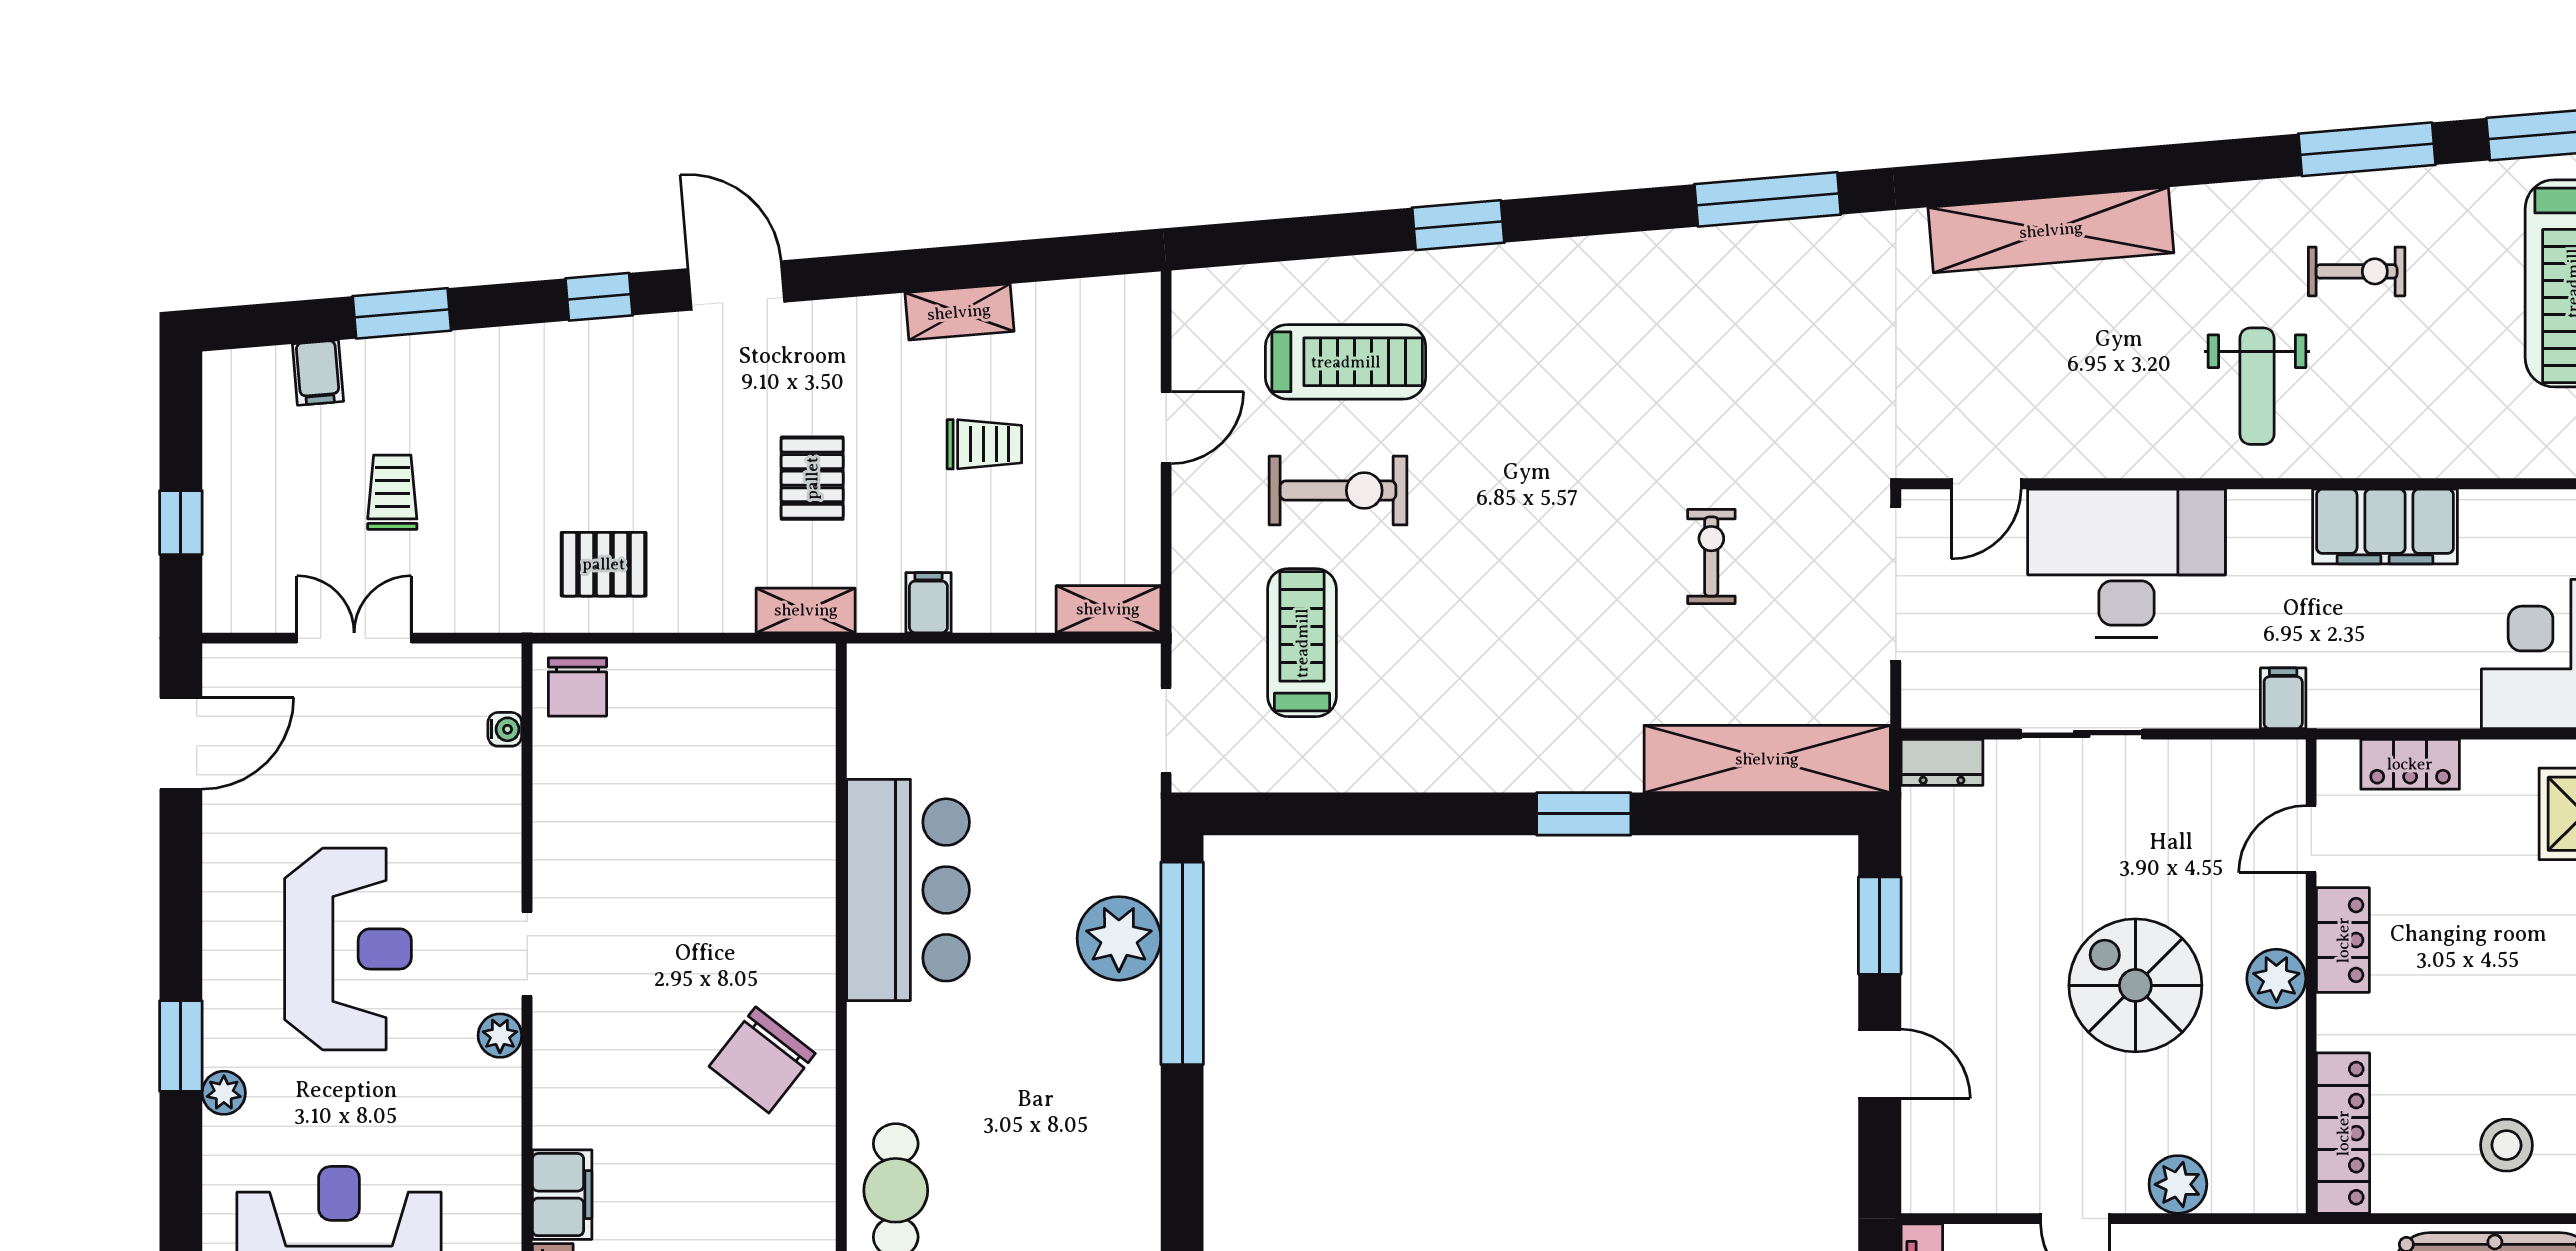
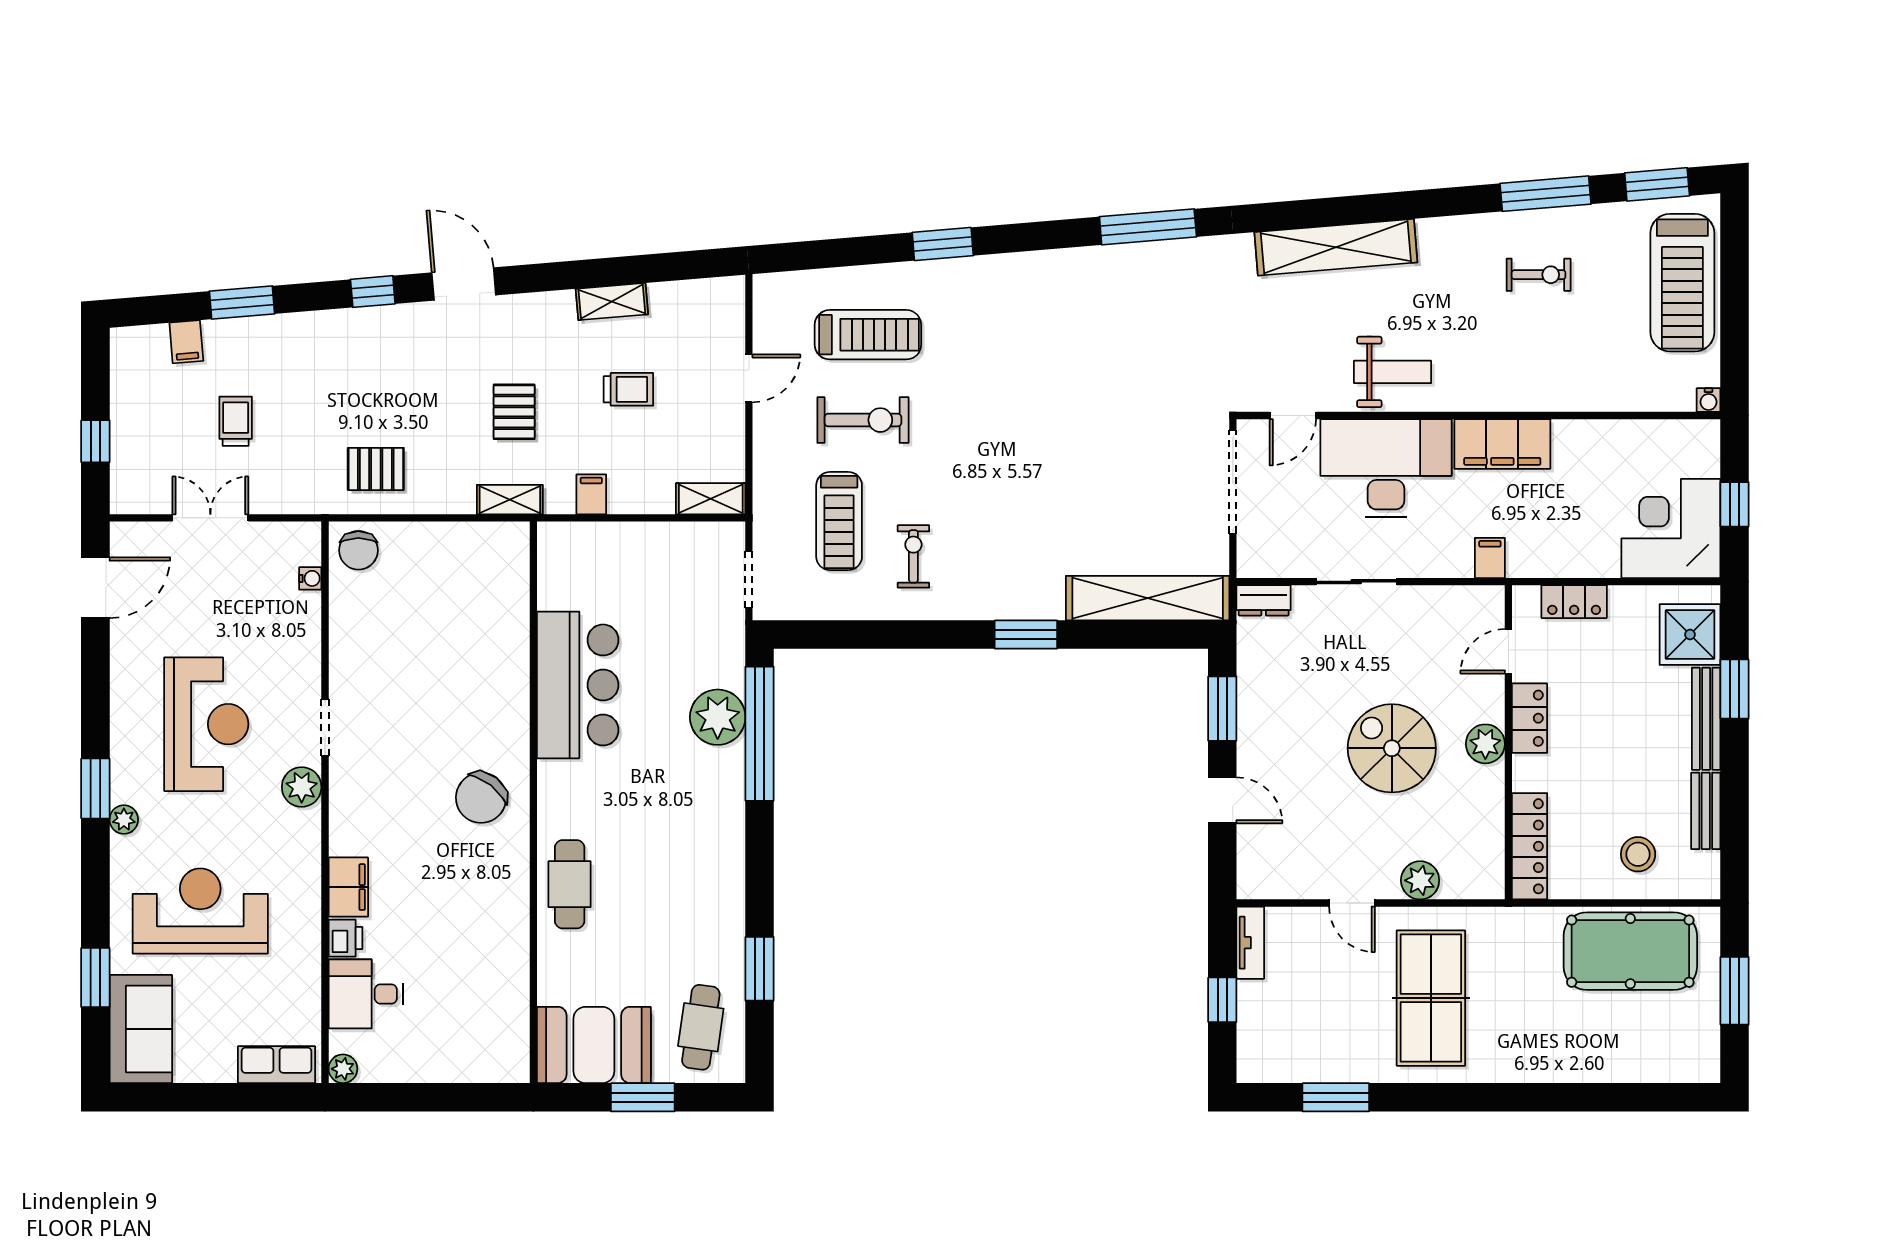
weight bench: (2257, 386) -> (1393, 372), moved, turned -90
filing cabinet: (2385, 526) -> (1502, 444), moved
exercise bike: (1711, 557) -> (913, 556), moved
treadmill: (1302, 643) -> (839, 521), turned 180
plant: (500, 1036) -> (302, 787), width x1.38, depth x1.38

